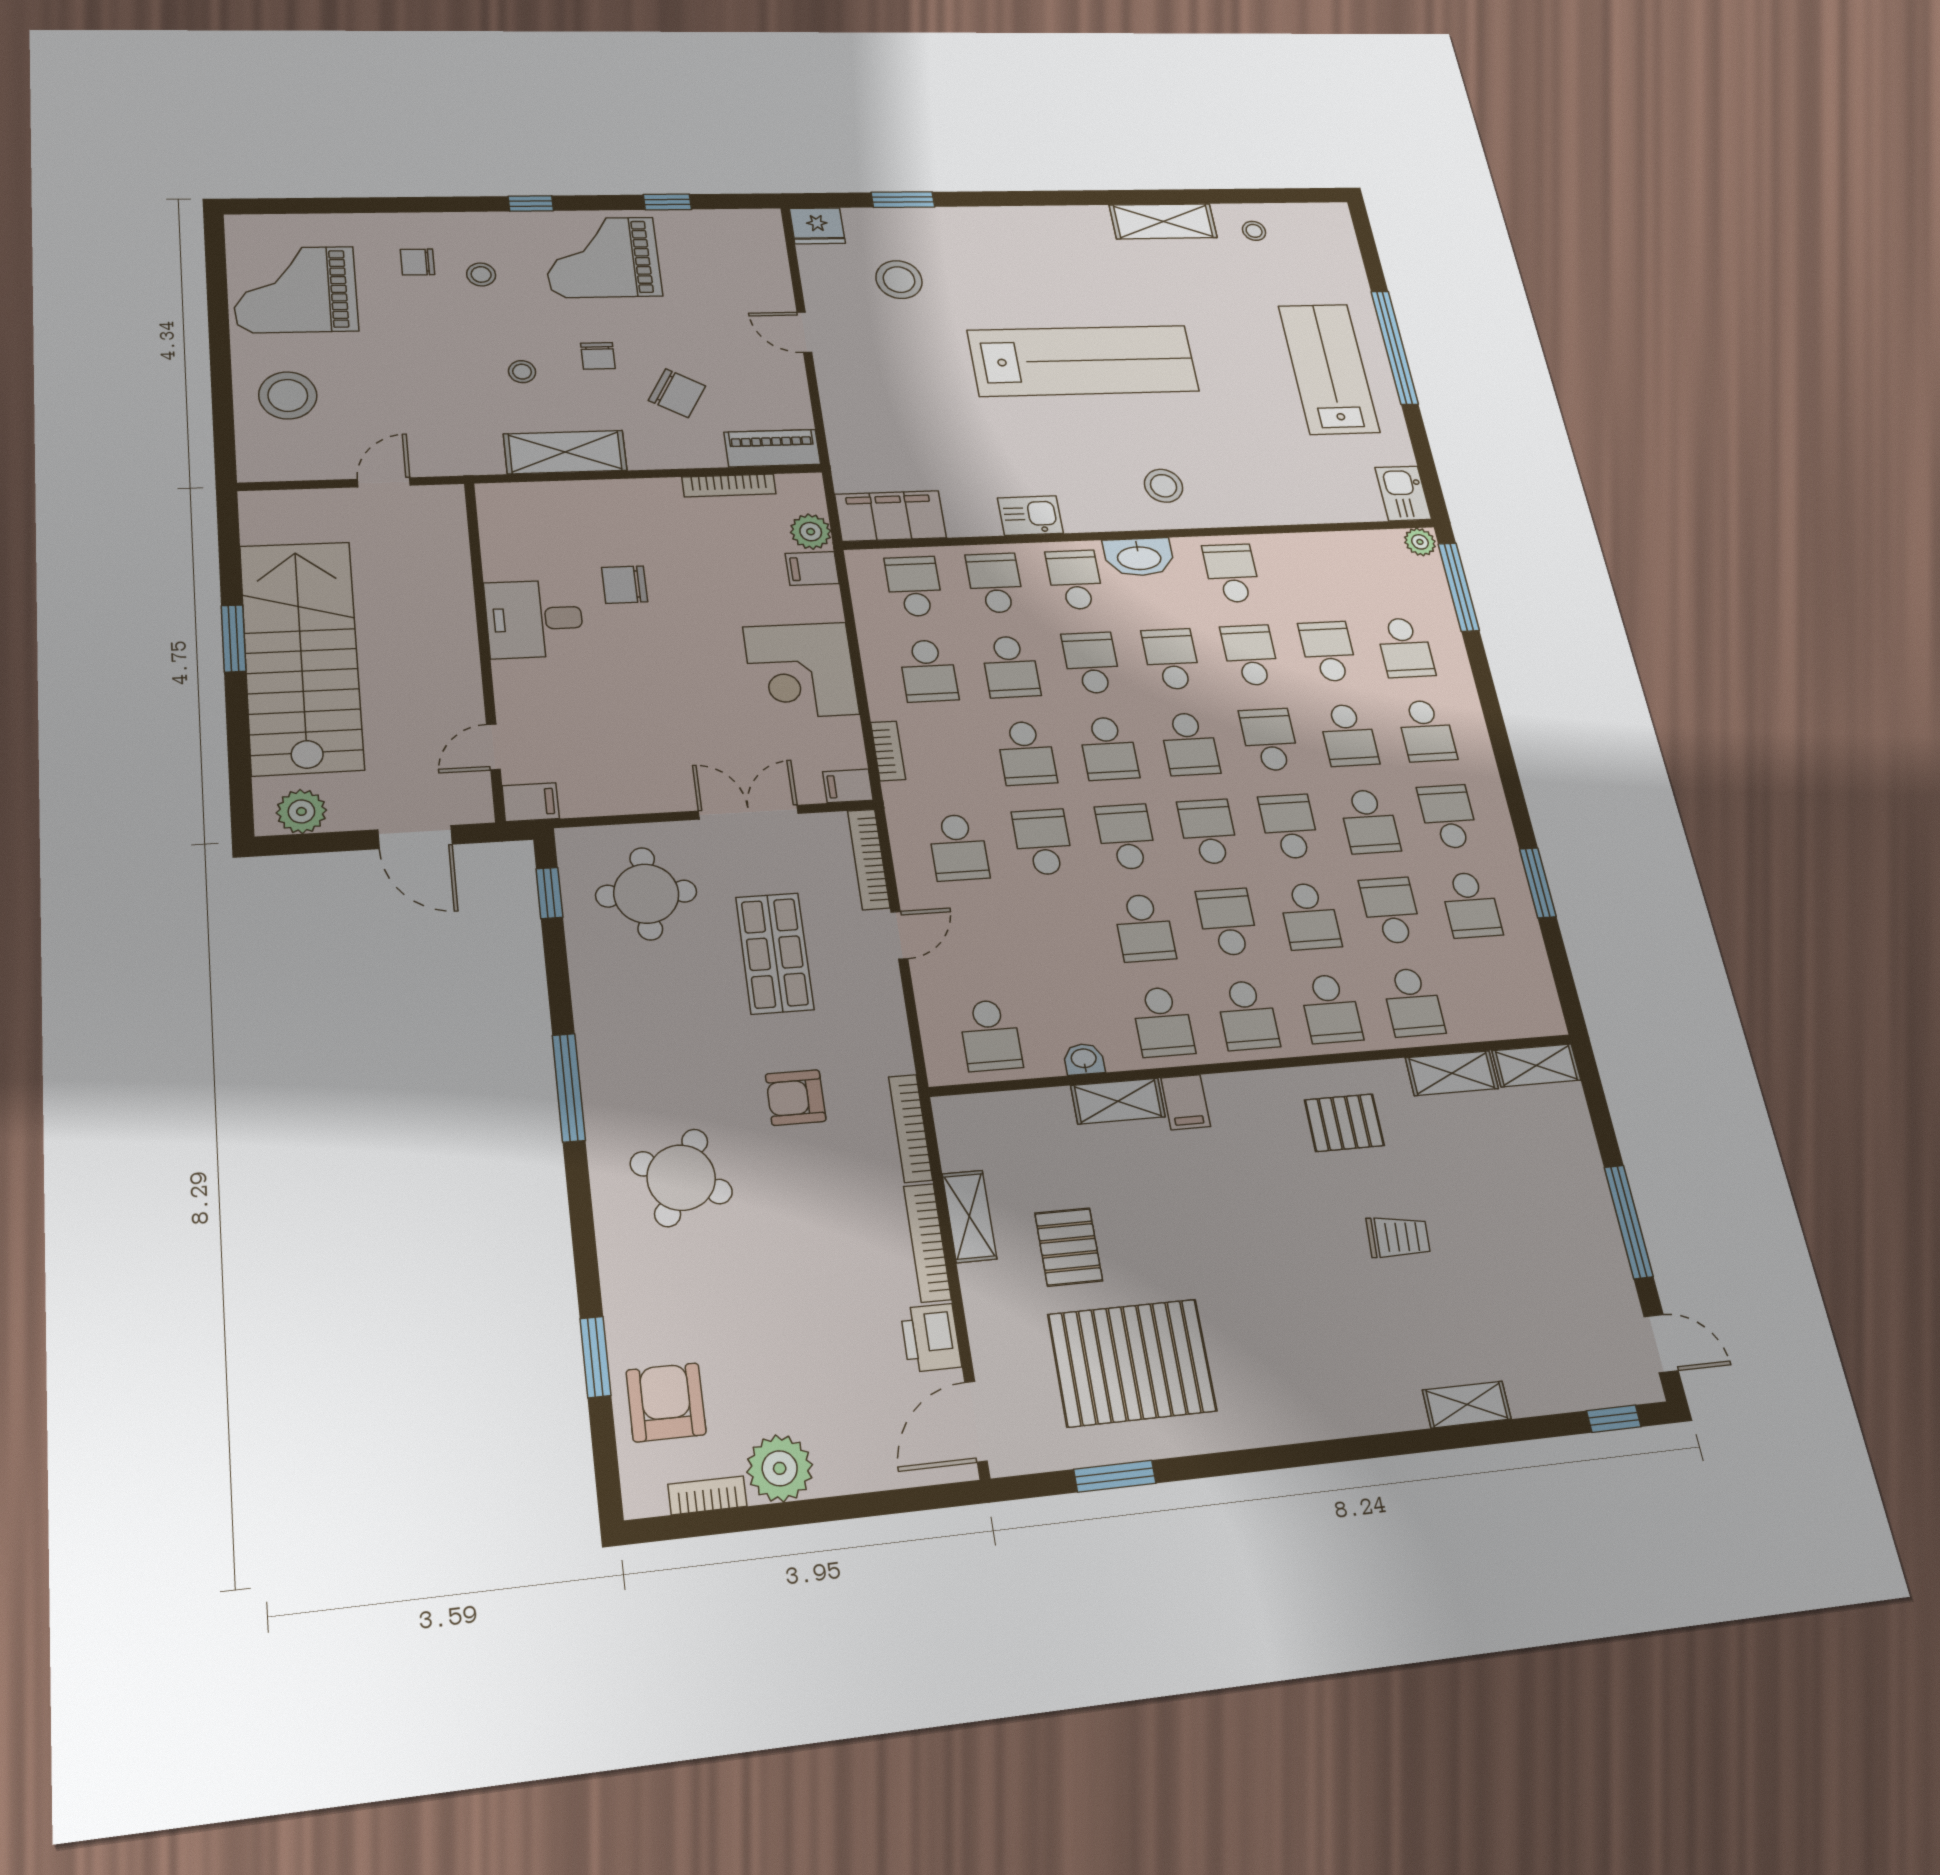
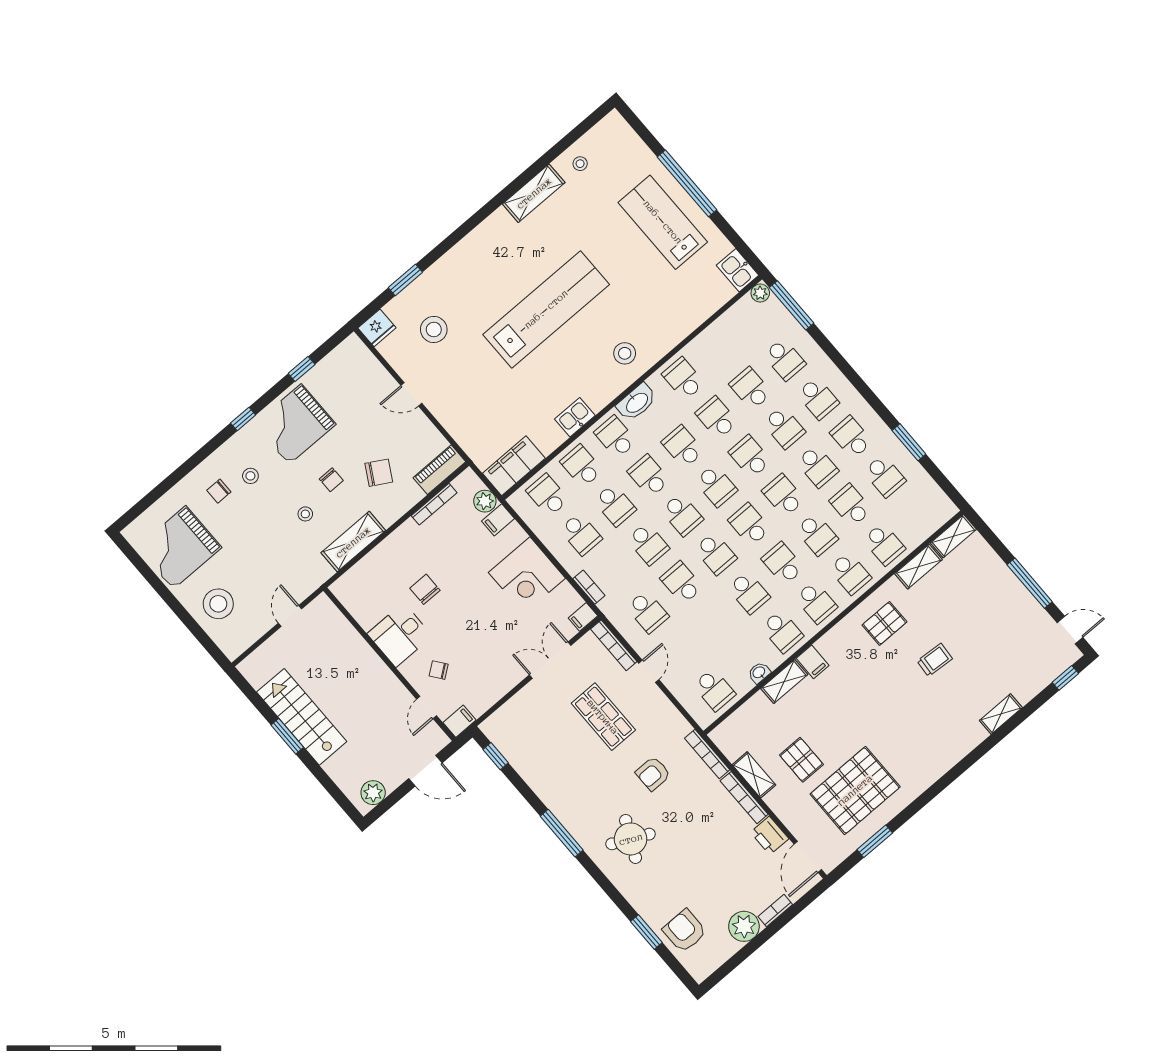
chair: (625, 585) -> (425, 589), turned 90
stairs: (301, 657) -> (302, 717), width x0.73, depth x0.66
chair: (556, 707) -> (439, 670), added
school desk: (1126, 837) -> (715, 554), turned 180
round table: (646, 894) -> (534, 728), removed
bookcase: (707, 1495) -> (775, 911), moved

